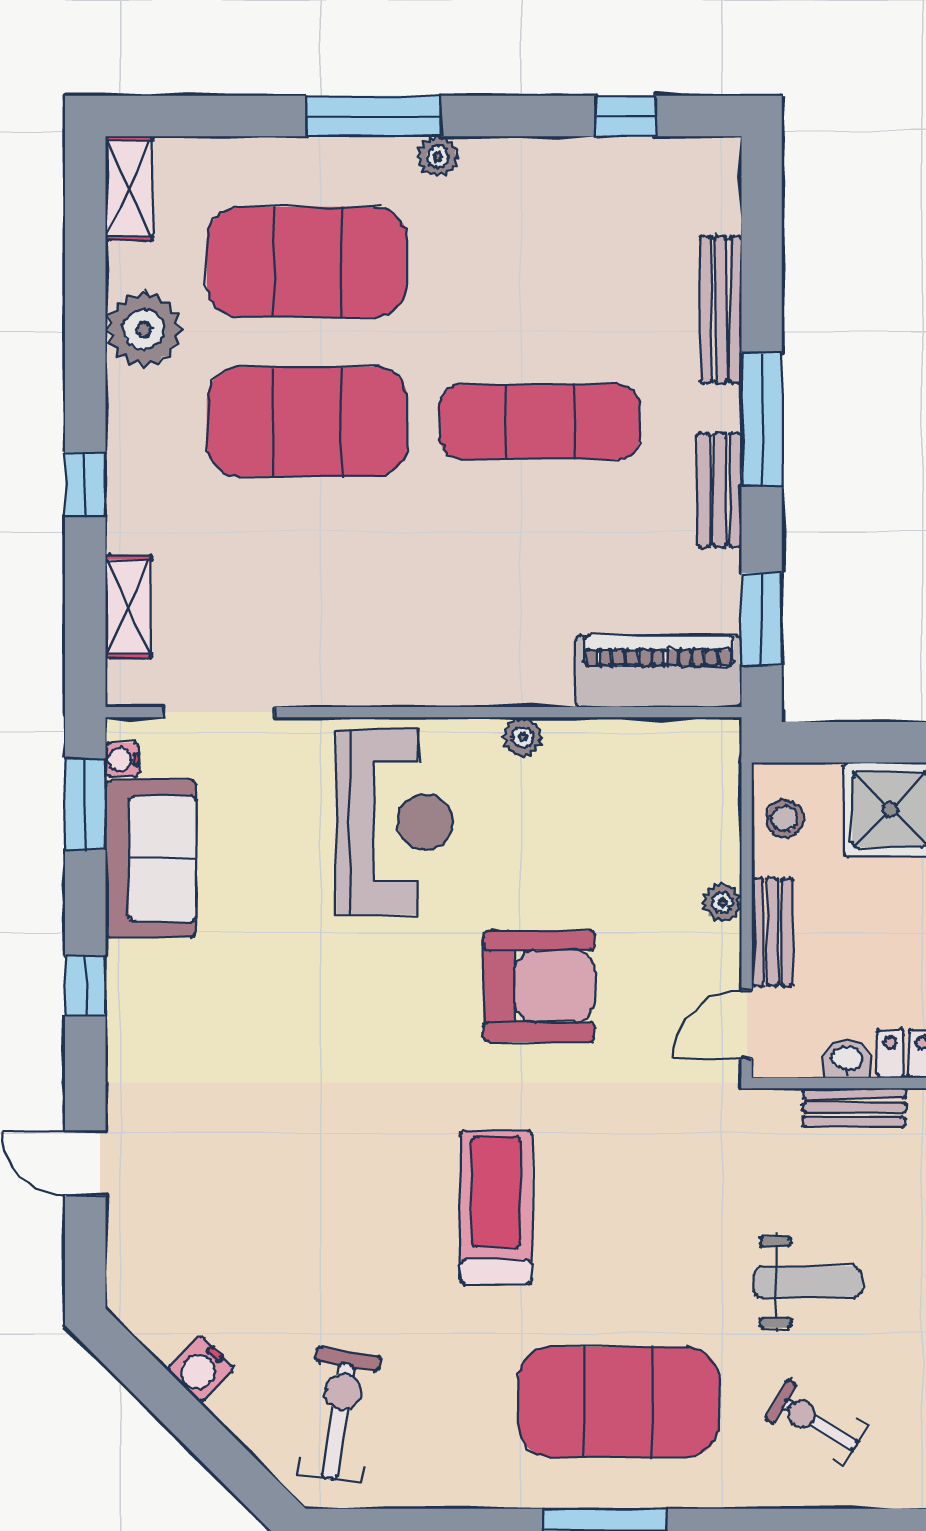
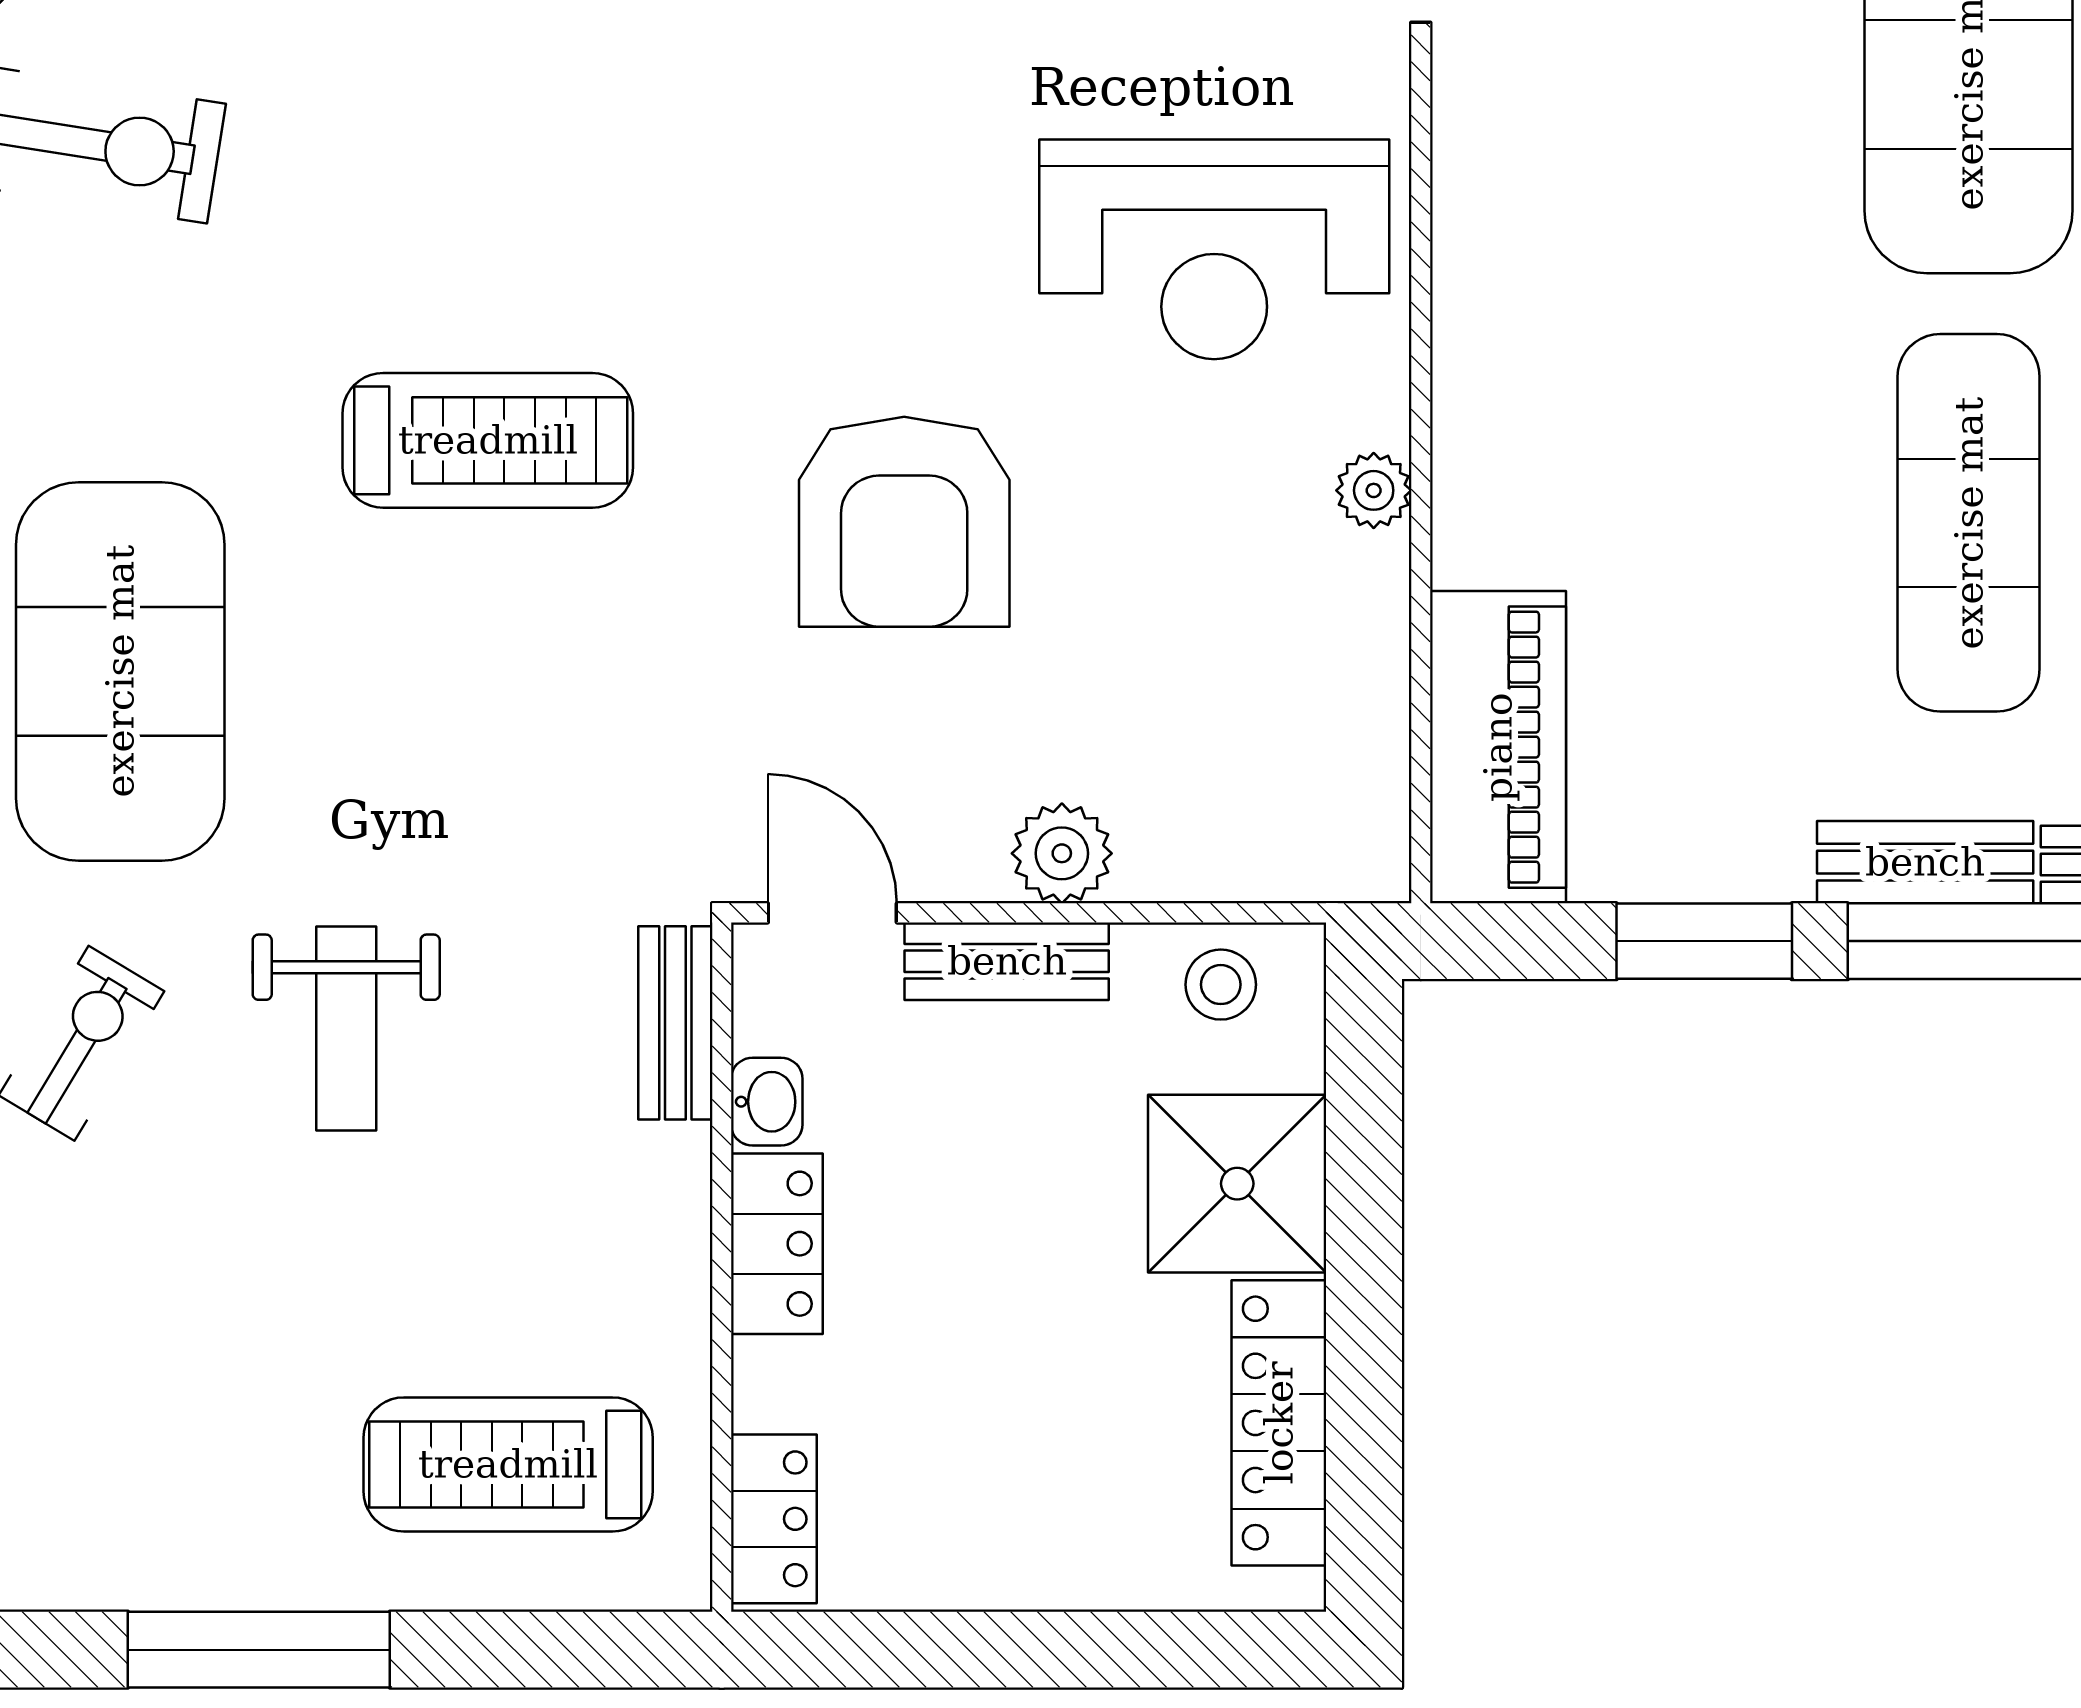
bench: (720, 490) -> (1925, 862), moved
window: (762, 619) -> (1704, 941), moved
plant: (722, 903) -> (1062, 853), width x1.38, depth x1.38
bench: (854, 1108) -> (675, 1023), moved

